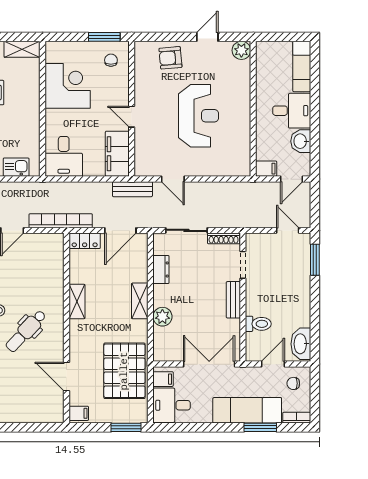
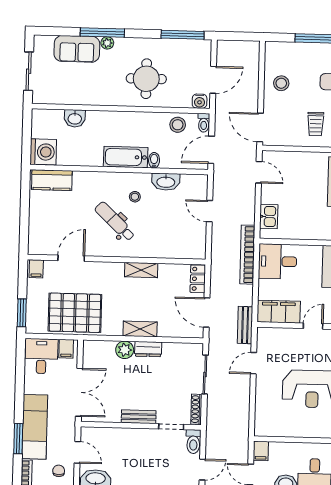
bookcase: (61, 221) -> (247, 255), moved, turned 180
dresser: (161, 269) -> (148, 349), moved
toilet: (258, 324) -> (193, 442), moved

